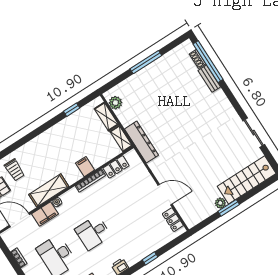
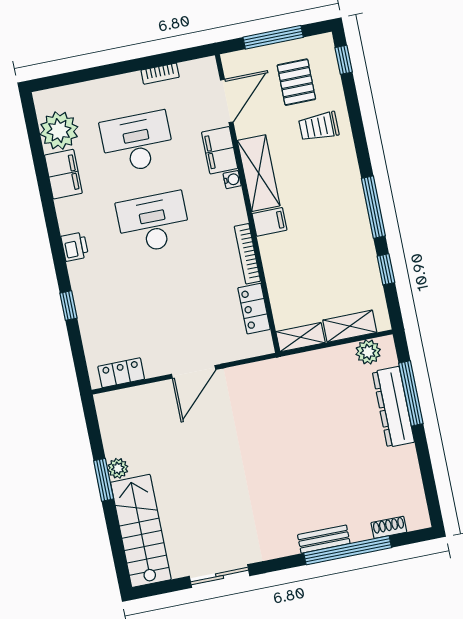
window: (146, 62) -> (411, 393), moved
window: (208, 62) -> (348, 550), moved
bench: (209, 79) -> (324, 539), moved
window: (44, 128) -> (373, 207), added
dresser: (142, 142) -> (393, 407), moved, turned 90
filing cabinet: (85, 167) -> (269, 222), moved
door: (165, 195) -> (194, 372), moved
desk: (93, 233) -> (153, 223), width x1.37

